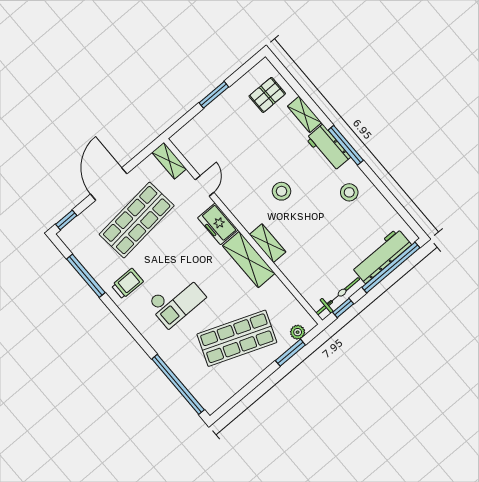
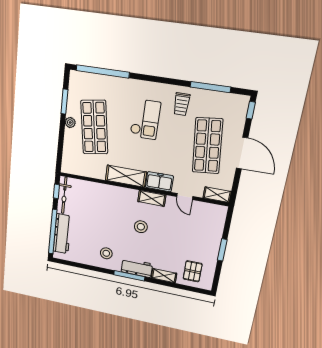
shelving: (268, 243) -> (152, 198), moved
checkout: (176, 300) -> (145, 119), turned 180
plant: (298, 332) -> (70, 123), moved
shop shelf: (237, 338) -> (94, 127), turned -30
window: (290, 353) -> (64, 102), moved

